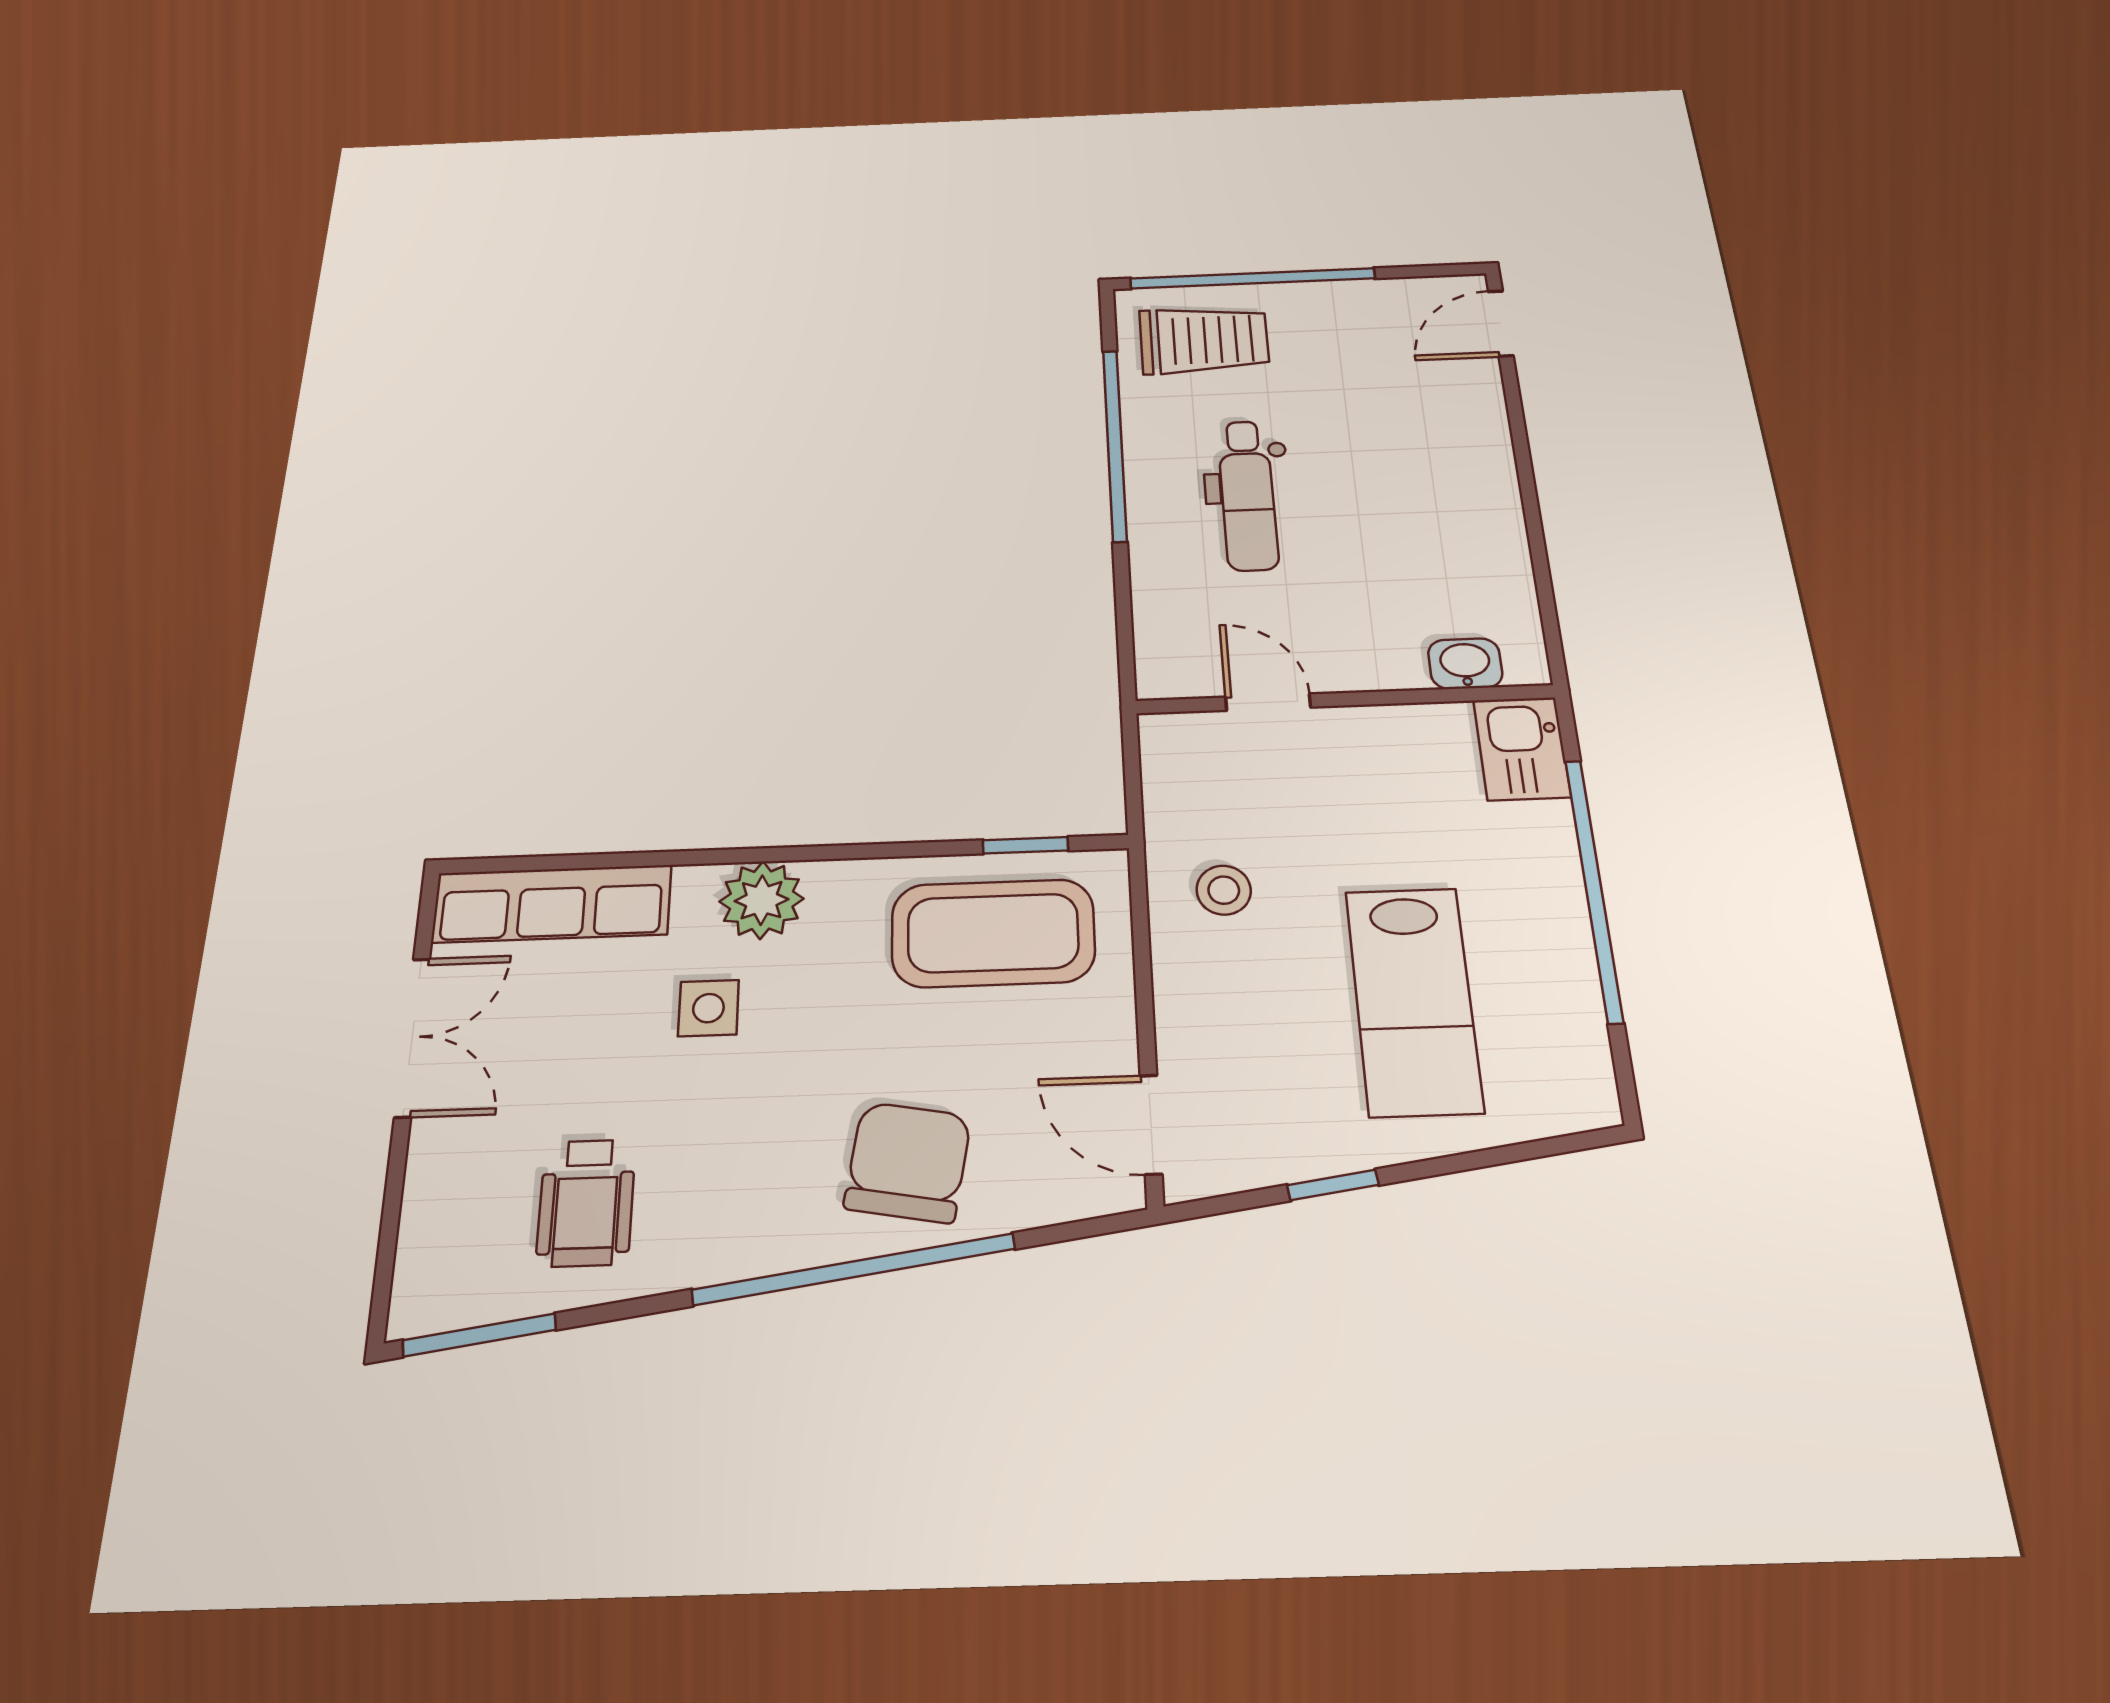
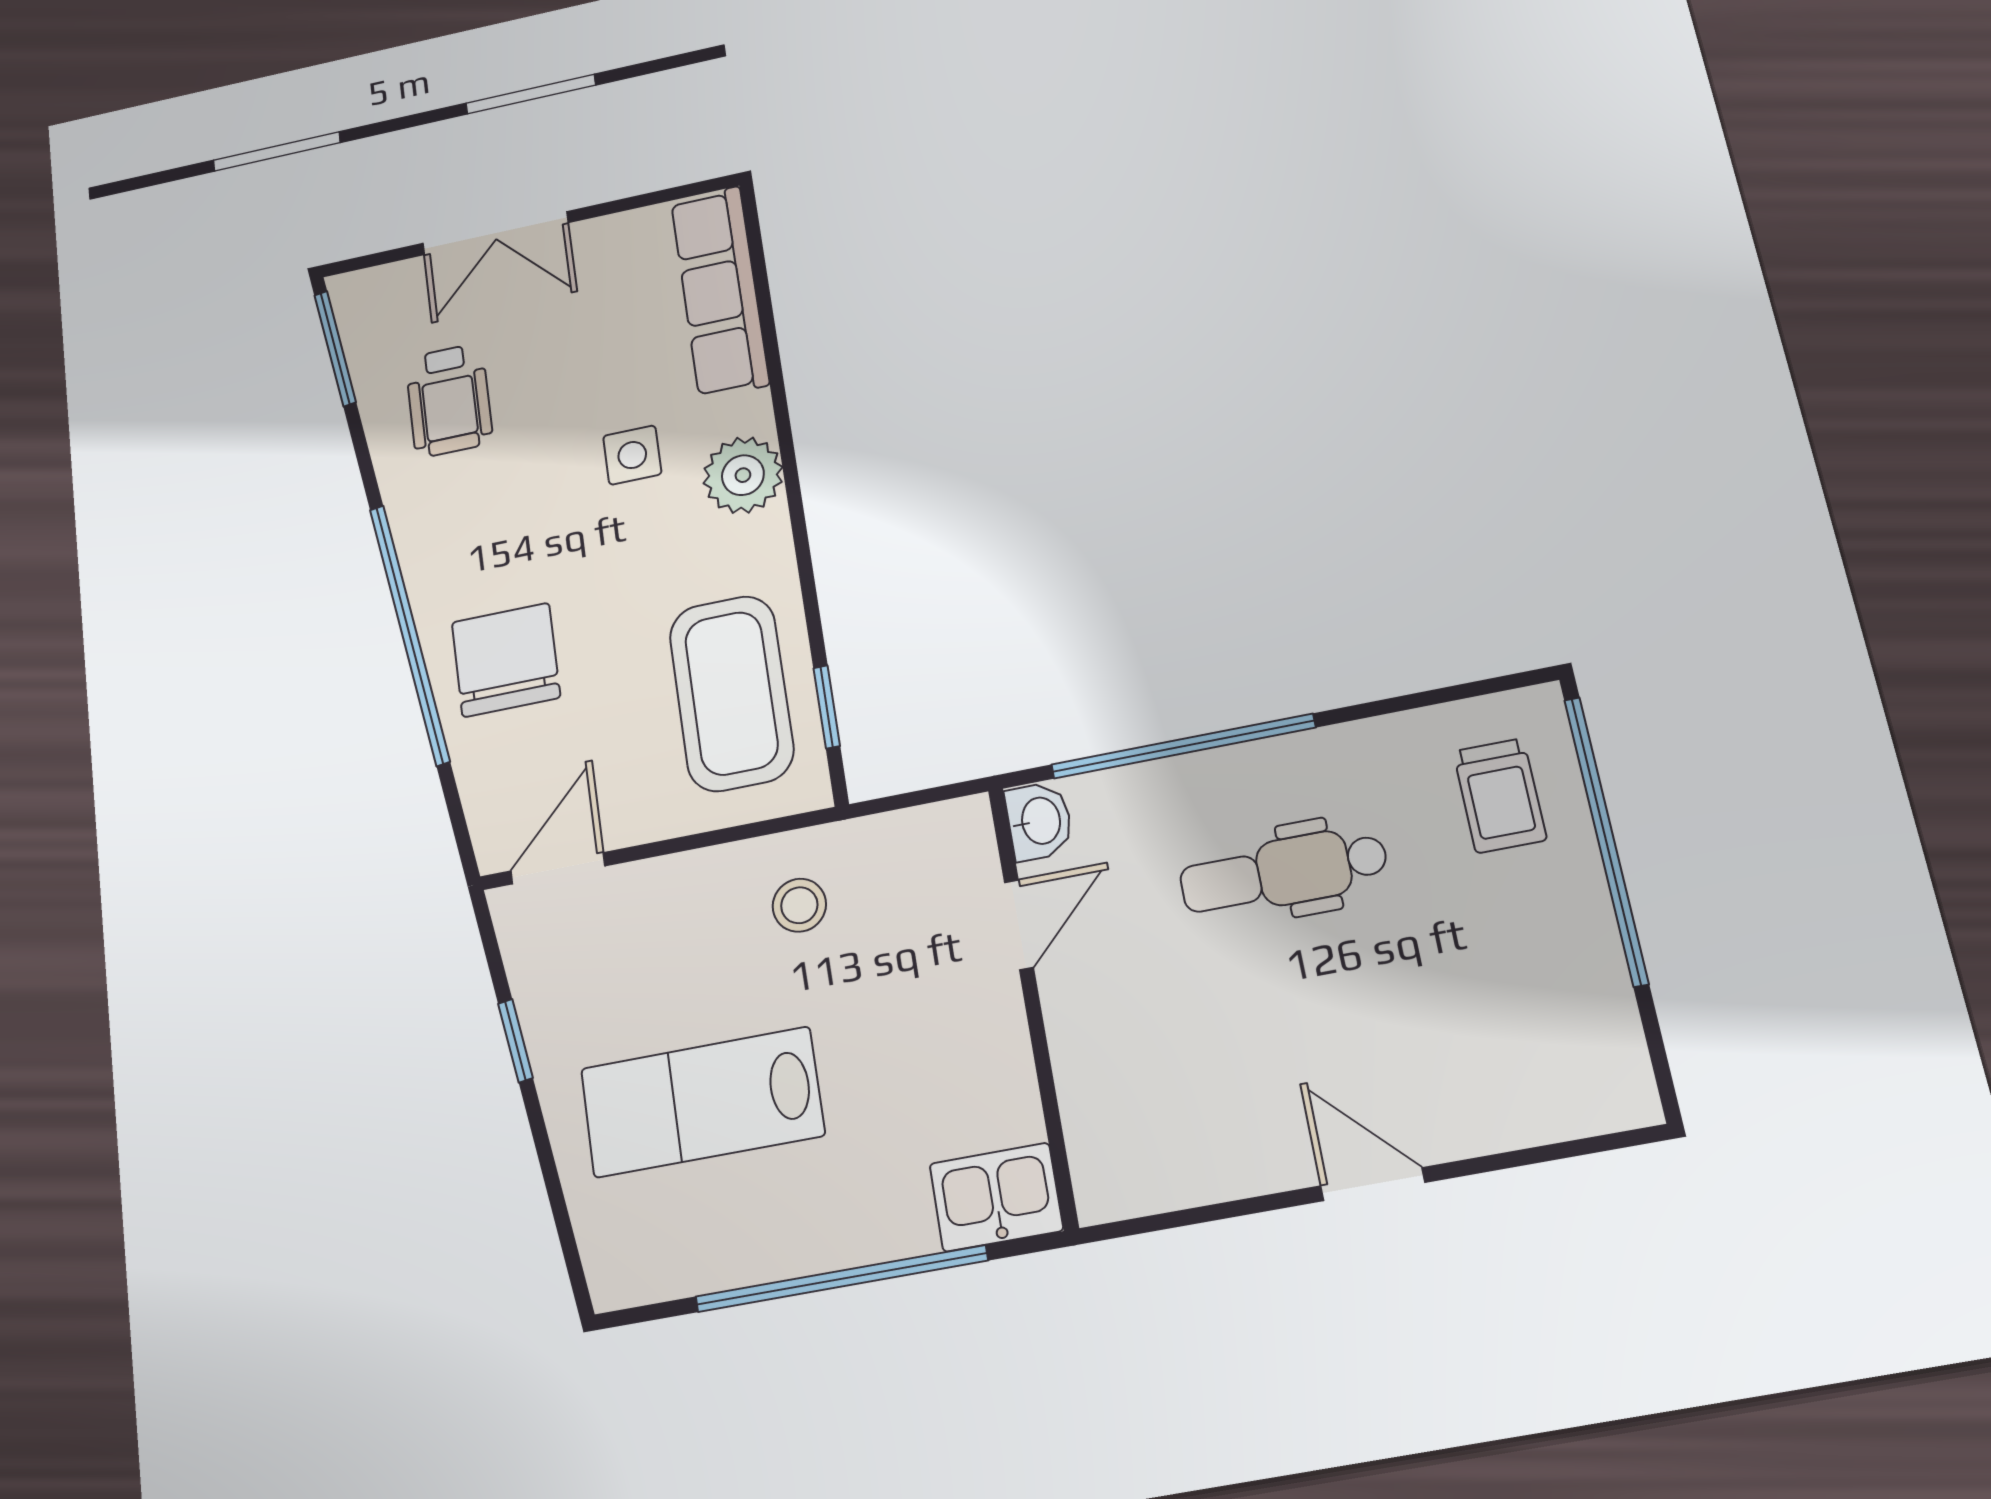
door: (1501, 323) -> (1373, 1184), moved
trolley: (1204, 340) -> (1500, 795), width x0.73, depth x0.72
window: (1115, 444) -> (1183, 746), moved
washbasin: (1465, 664) -> (1039, 821), moved
double door: (412, 1037) -> (495, 233), moved
chair: (908, 1162) -> (506, 660), turned -100
wheelchair: (586, 1203) -> (449, 400), turned -90

